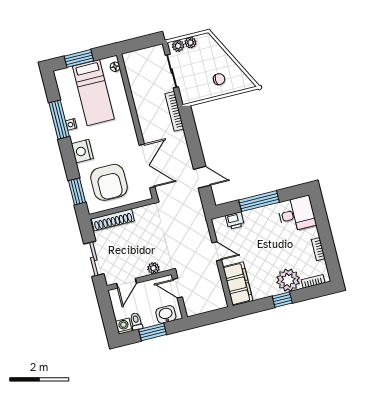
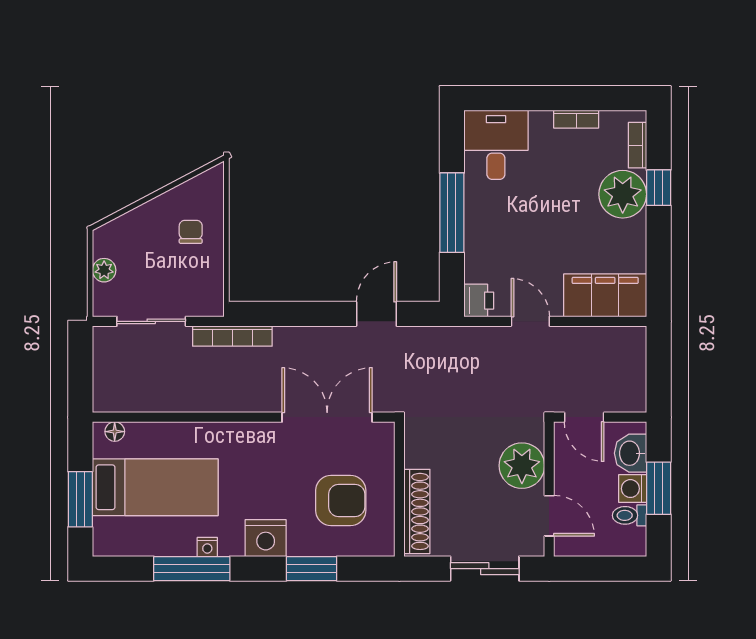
plant: (178, 46) -> (104, 296), removed
armchair: (109, 182) -> (341, 500), width x0.73, depth x0.73
window: (77, 191) -> (312, 569), moved
printer: (235, 221) -> (479, 301), moved
door: (217, 251) -> (530, 321), hinge flipped
plant: (153, 268) -> (522, 466), width x1.88, depth x1.88
door: (177, 288) -> (584, 417), hinge flipped
window: (282, 300) -> (659, 188), moved
washing machine: (124, 326) -> (633, 489), moved

